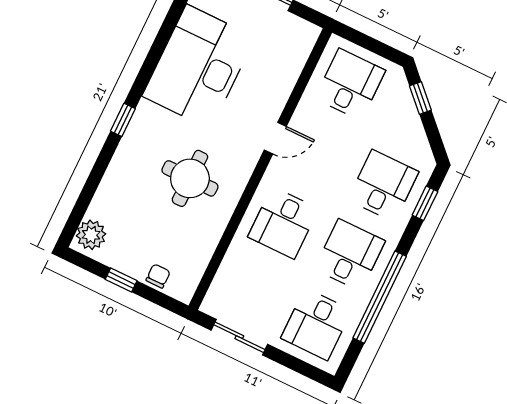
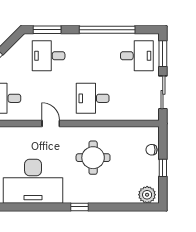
window: (425, 203) -> (47, 30), width x1.50
desk: (283, 223) -> (93, 98), turned 180
desk: (350, 255) -> (93, 56), removed
window: (300, 367) -> (163, 54), added

